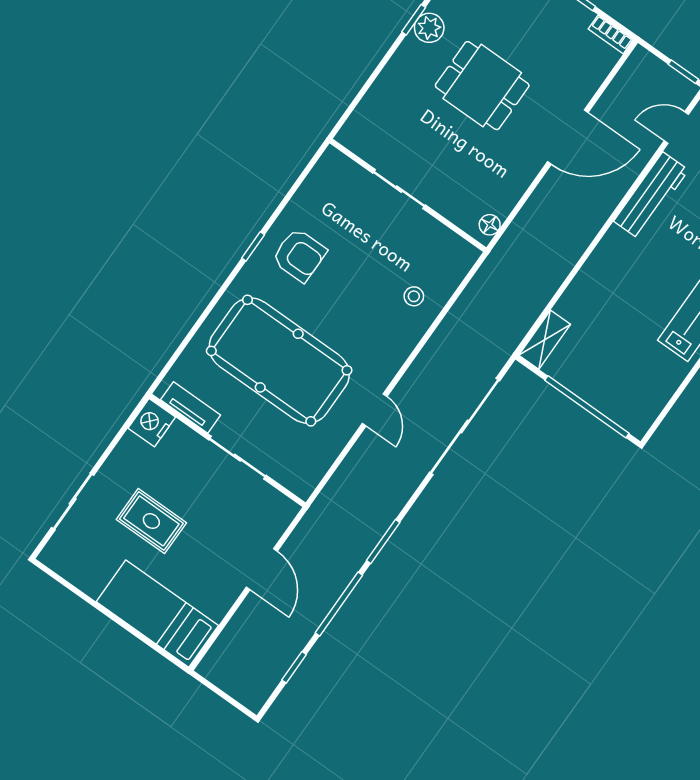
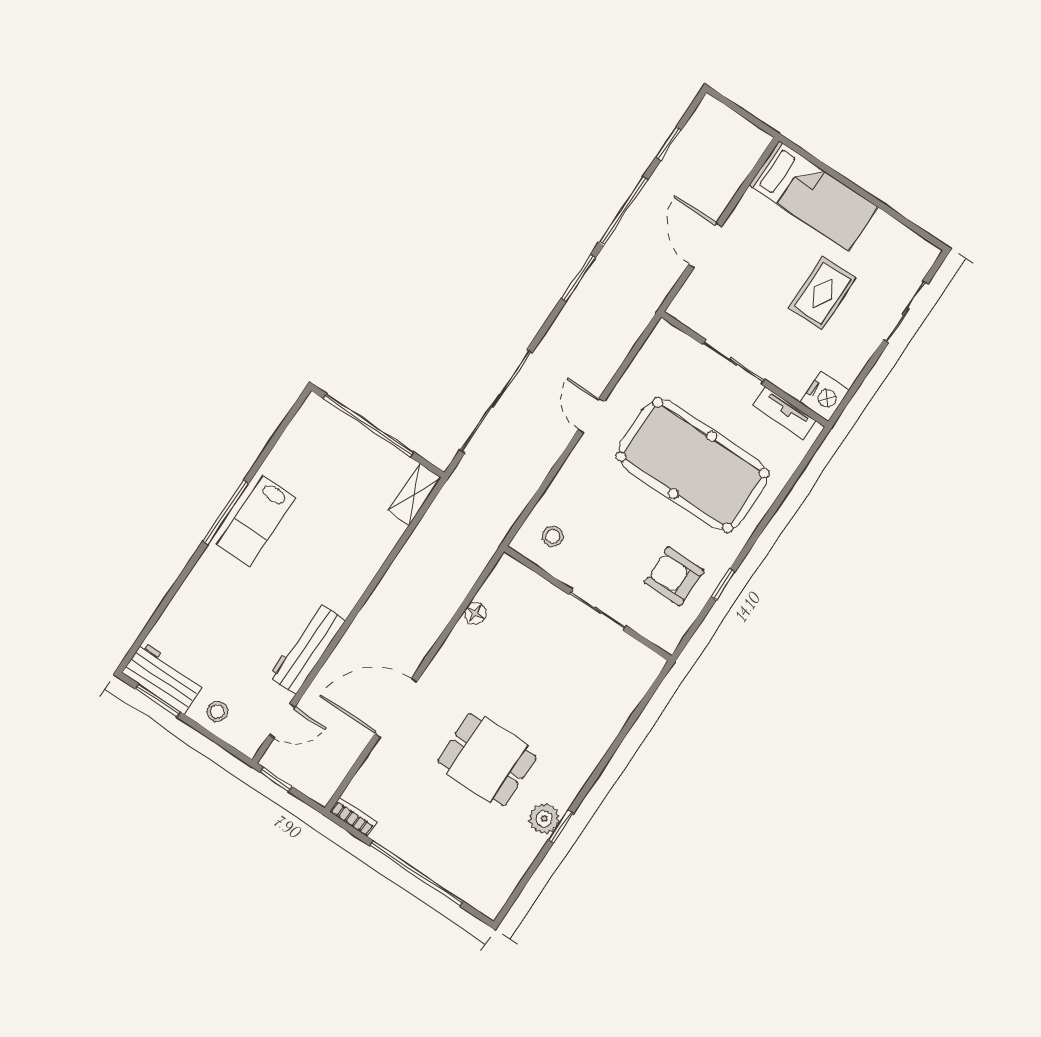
sliding door: (399, 189) -> (597, 610), moved
wall: (408, 195) -> (588, 603), moved
rug: (151, 521) -> (822, 293), turned 90

